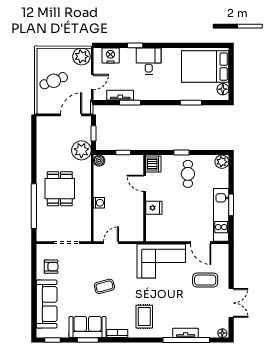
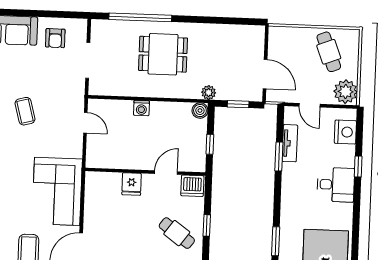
cafe table: (54, 81) -> (329, 52), moved
plant: (81, 150) -> (209, 92), width x0.53, depth x0.53
cafe table: (188, 174) -> (177, 233), turned 36

